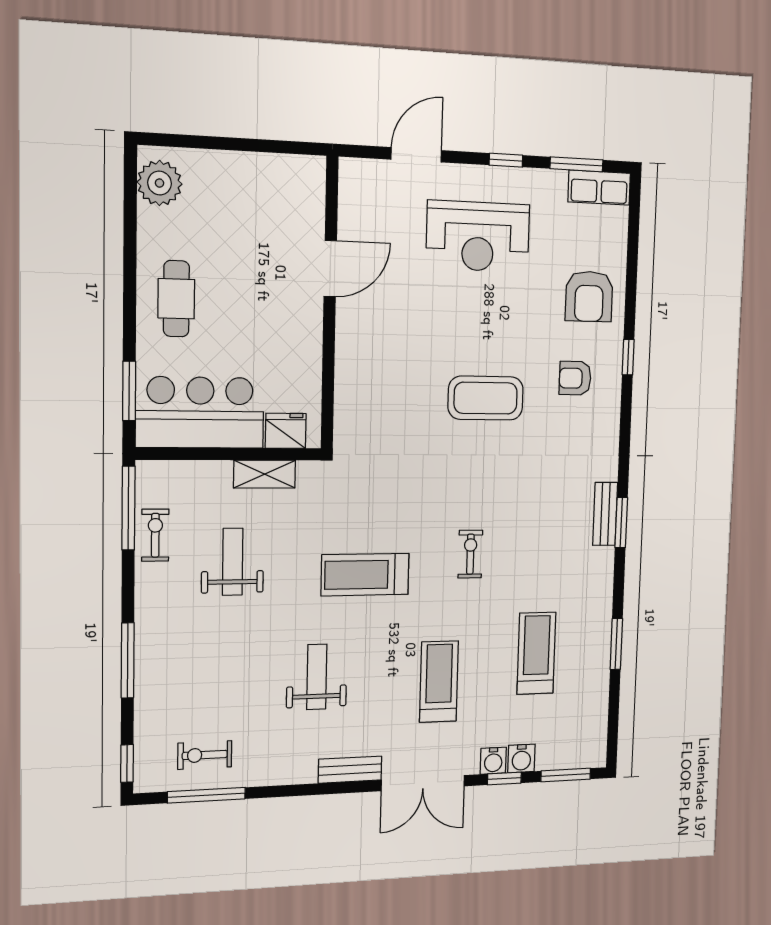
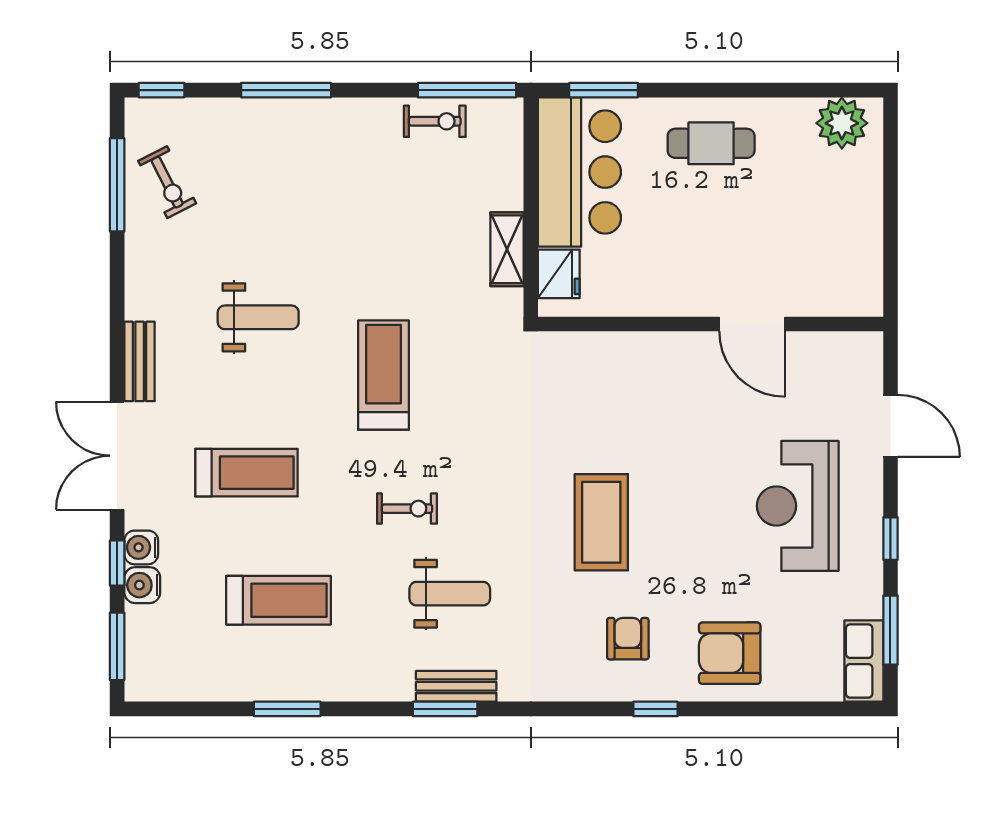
weight bench: (233, 562) -> (450, 594), moved
exercise bike: (205, 755) -> (167, 182), turned 153

